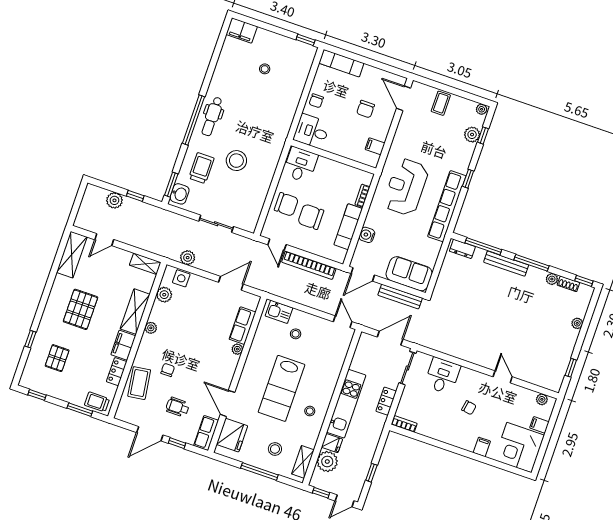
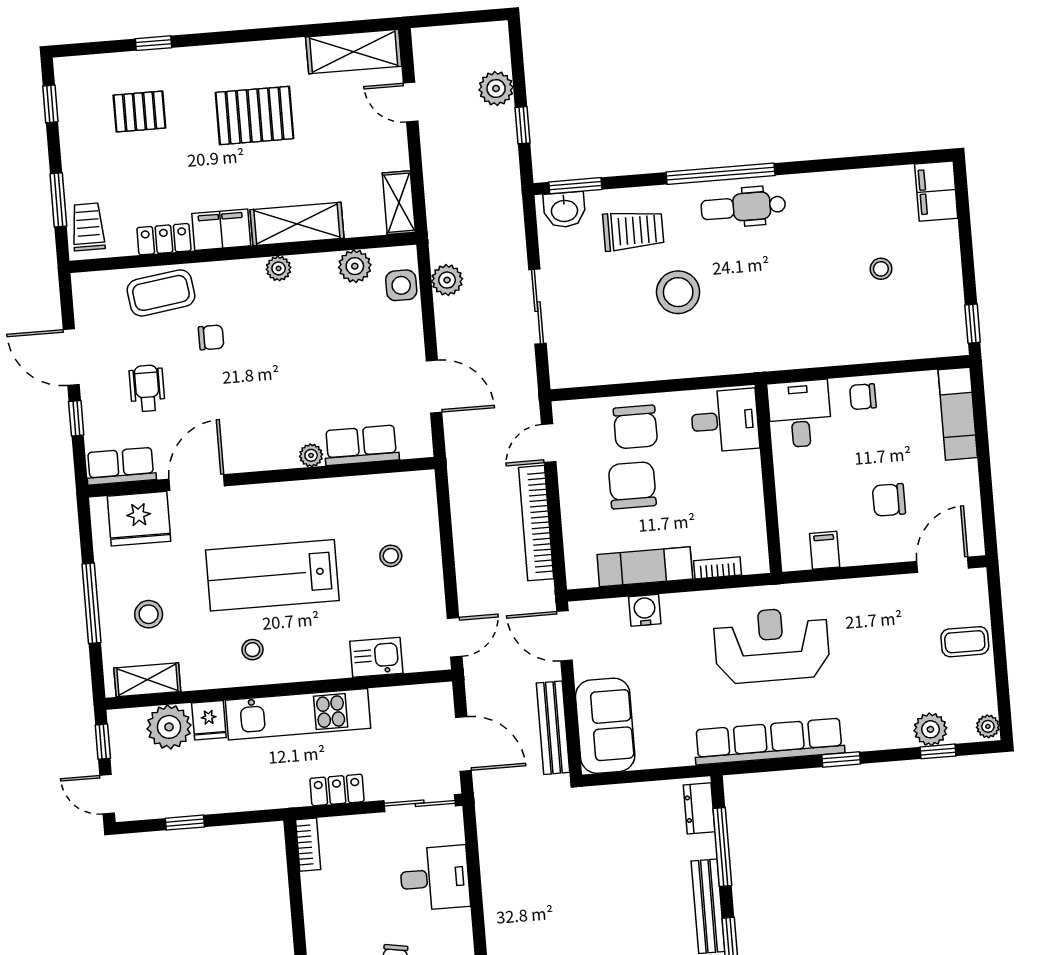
kitchen sink: (279, 312) -> (376, 657), moved, turned 90

